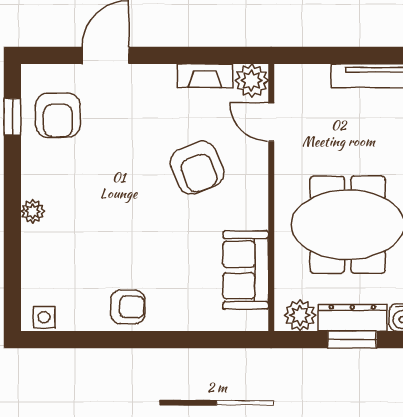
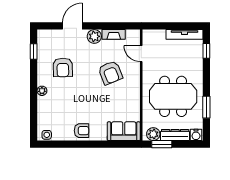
plant: (252, 81) -> (94, 36), moved
armchair: (58, 115) -> (63, 67), moved
sofa: (246, 270) -> (124, 131), moved, turned 90
window: (352, 340) -> (162, 144), moved

